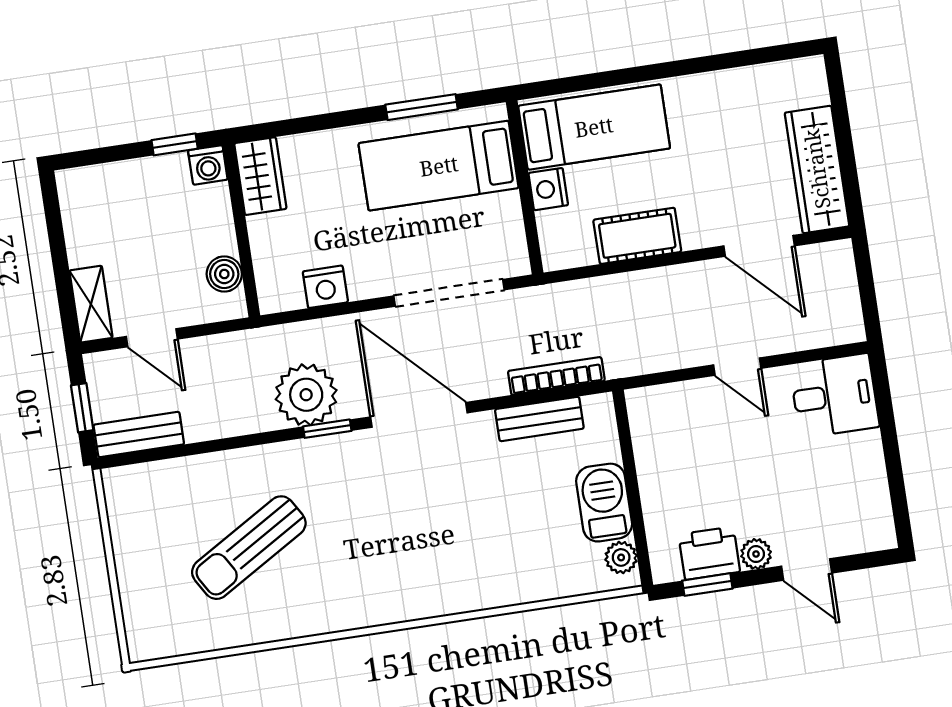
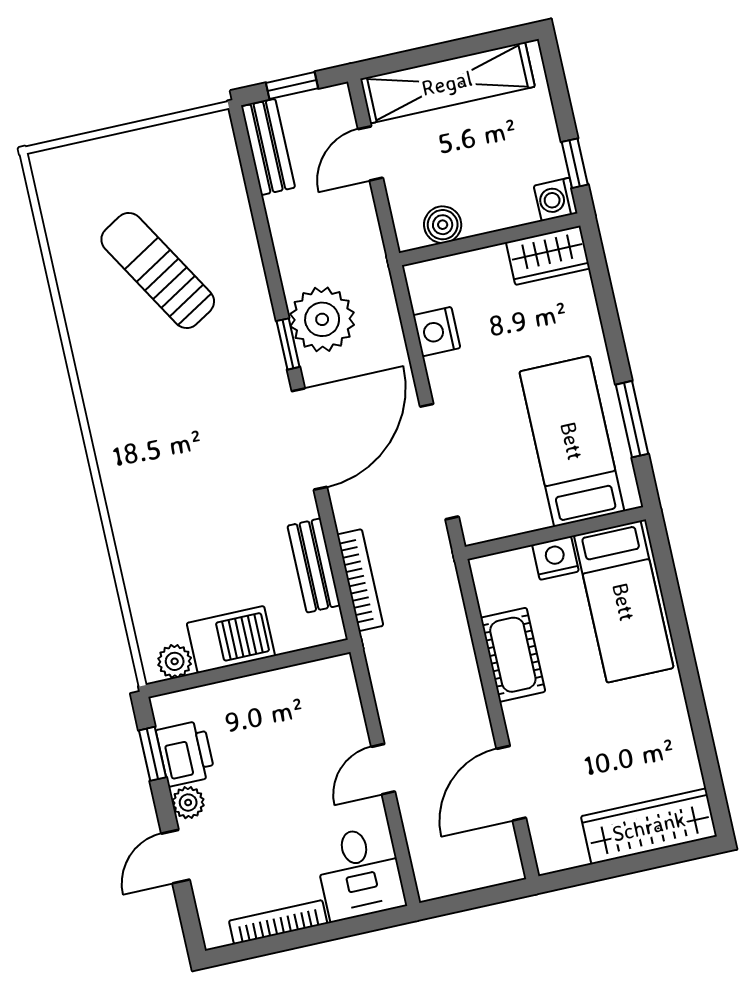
wardrobe: (817, 169) -> (649, 826), moved
shelving: (91, 304) -> (447, 83), width x2.20, depth x1.33
bookcase: (876, 476) -> (278, 922), added

